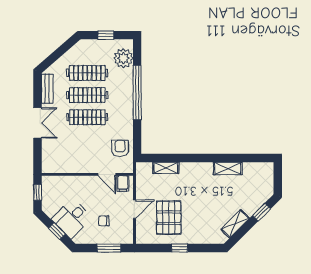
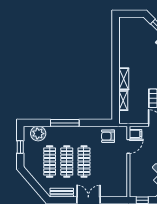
window: (137, 93) -> (65, 123), width x0.68
shelving: (228, 168) -> (124, 79), moved

